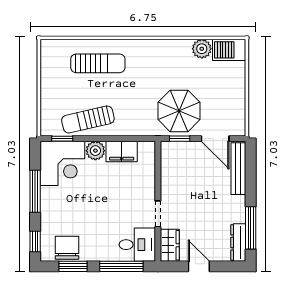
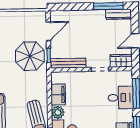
bench: (238, 169) -> (68, 63), moved
desk: (137, 245) -> (121, 98), moved, turned 90

